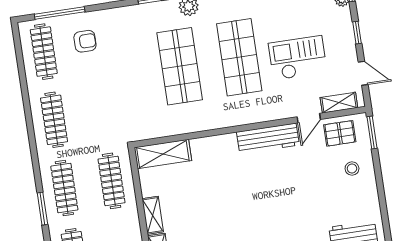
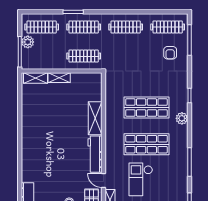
checkout: (298, 58) -> (141, 179), turned 180
shelving: (163, 154) -> (95, 118), moved

